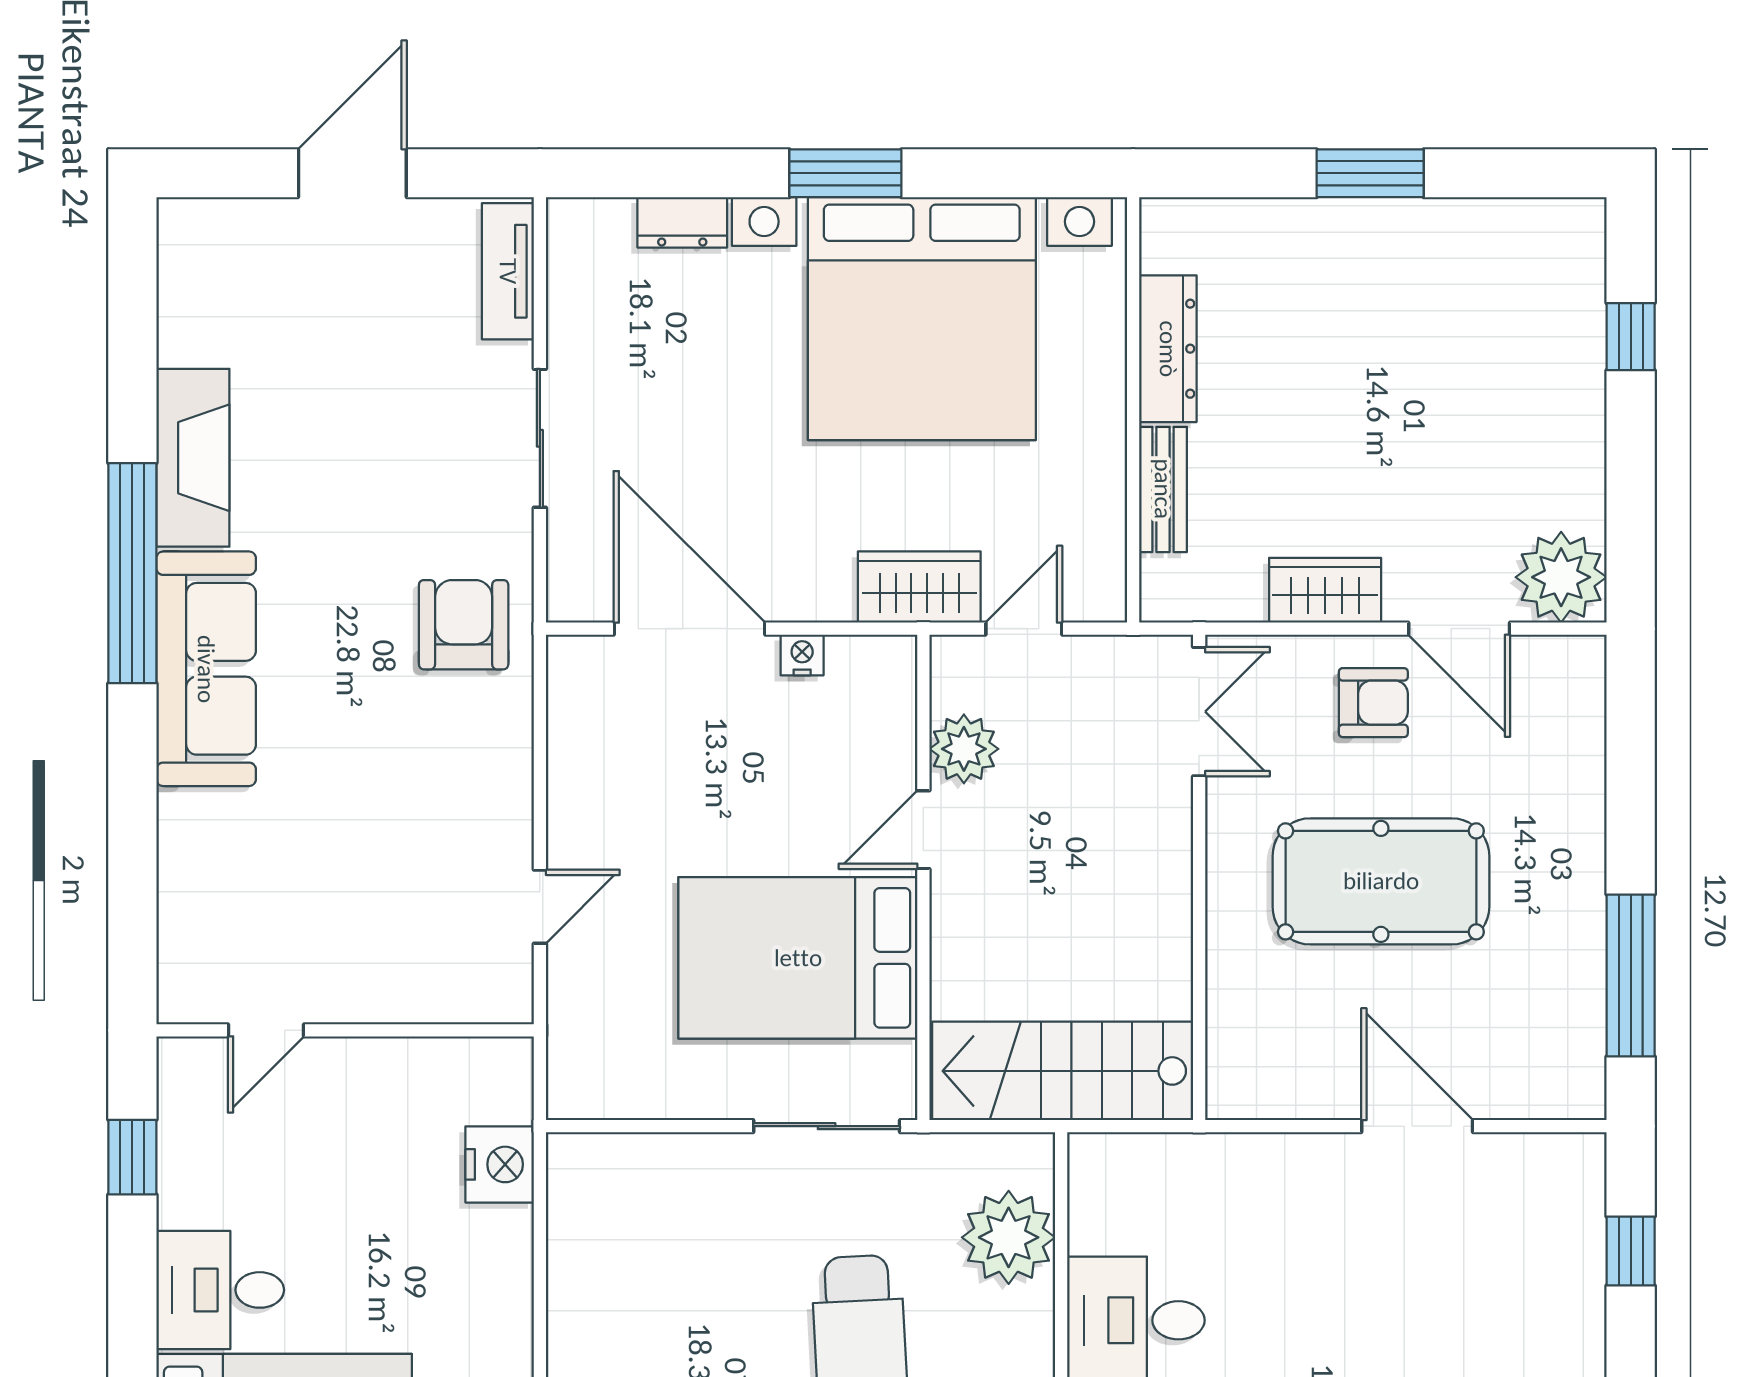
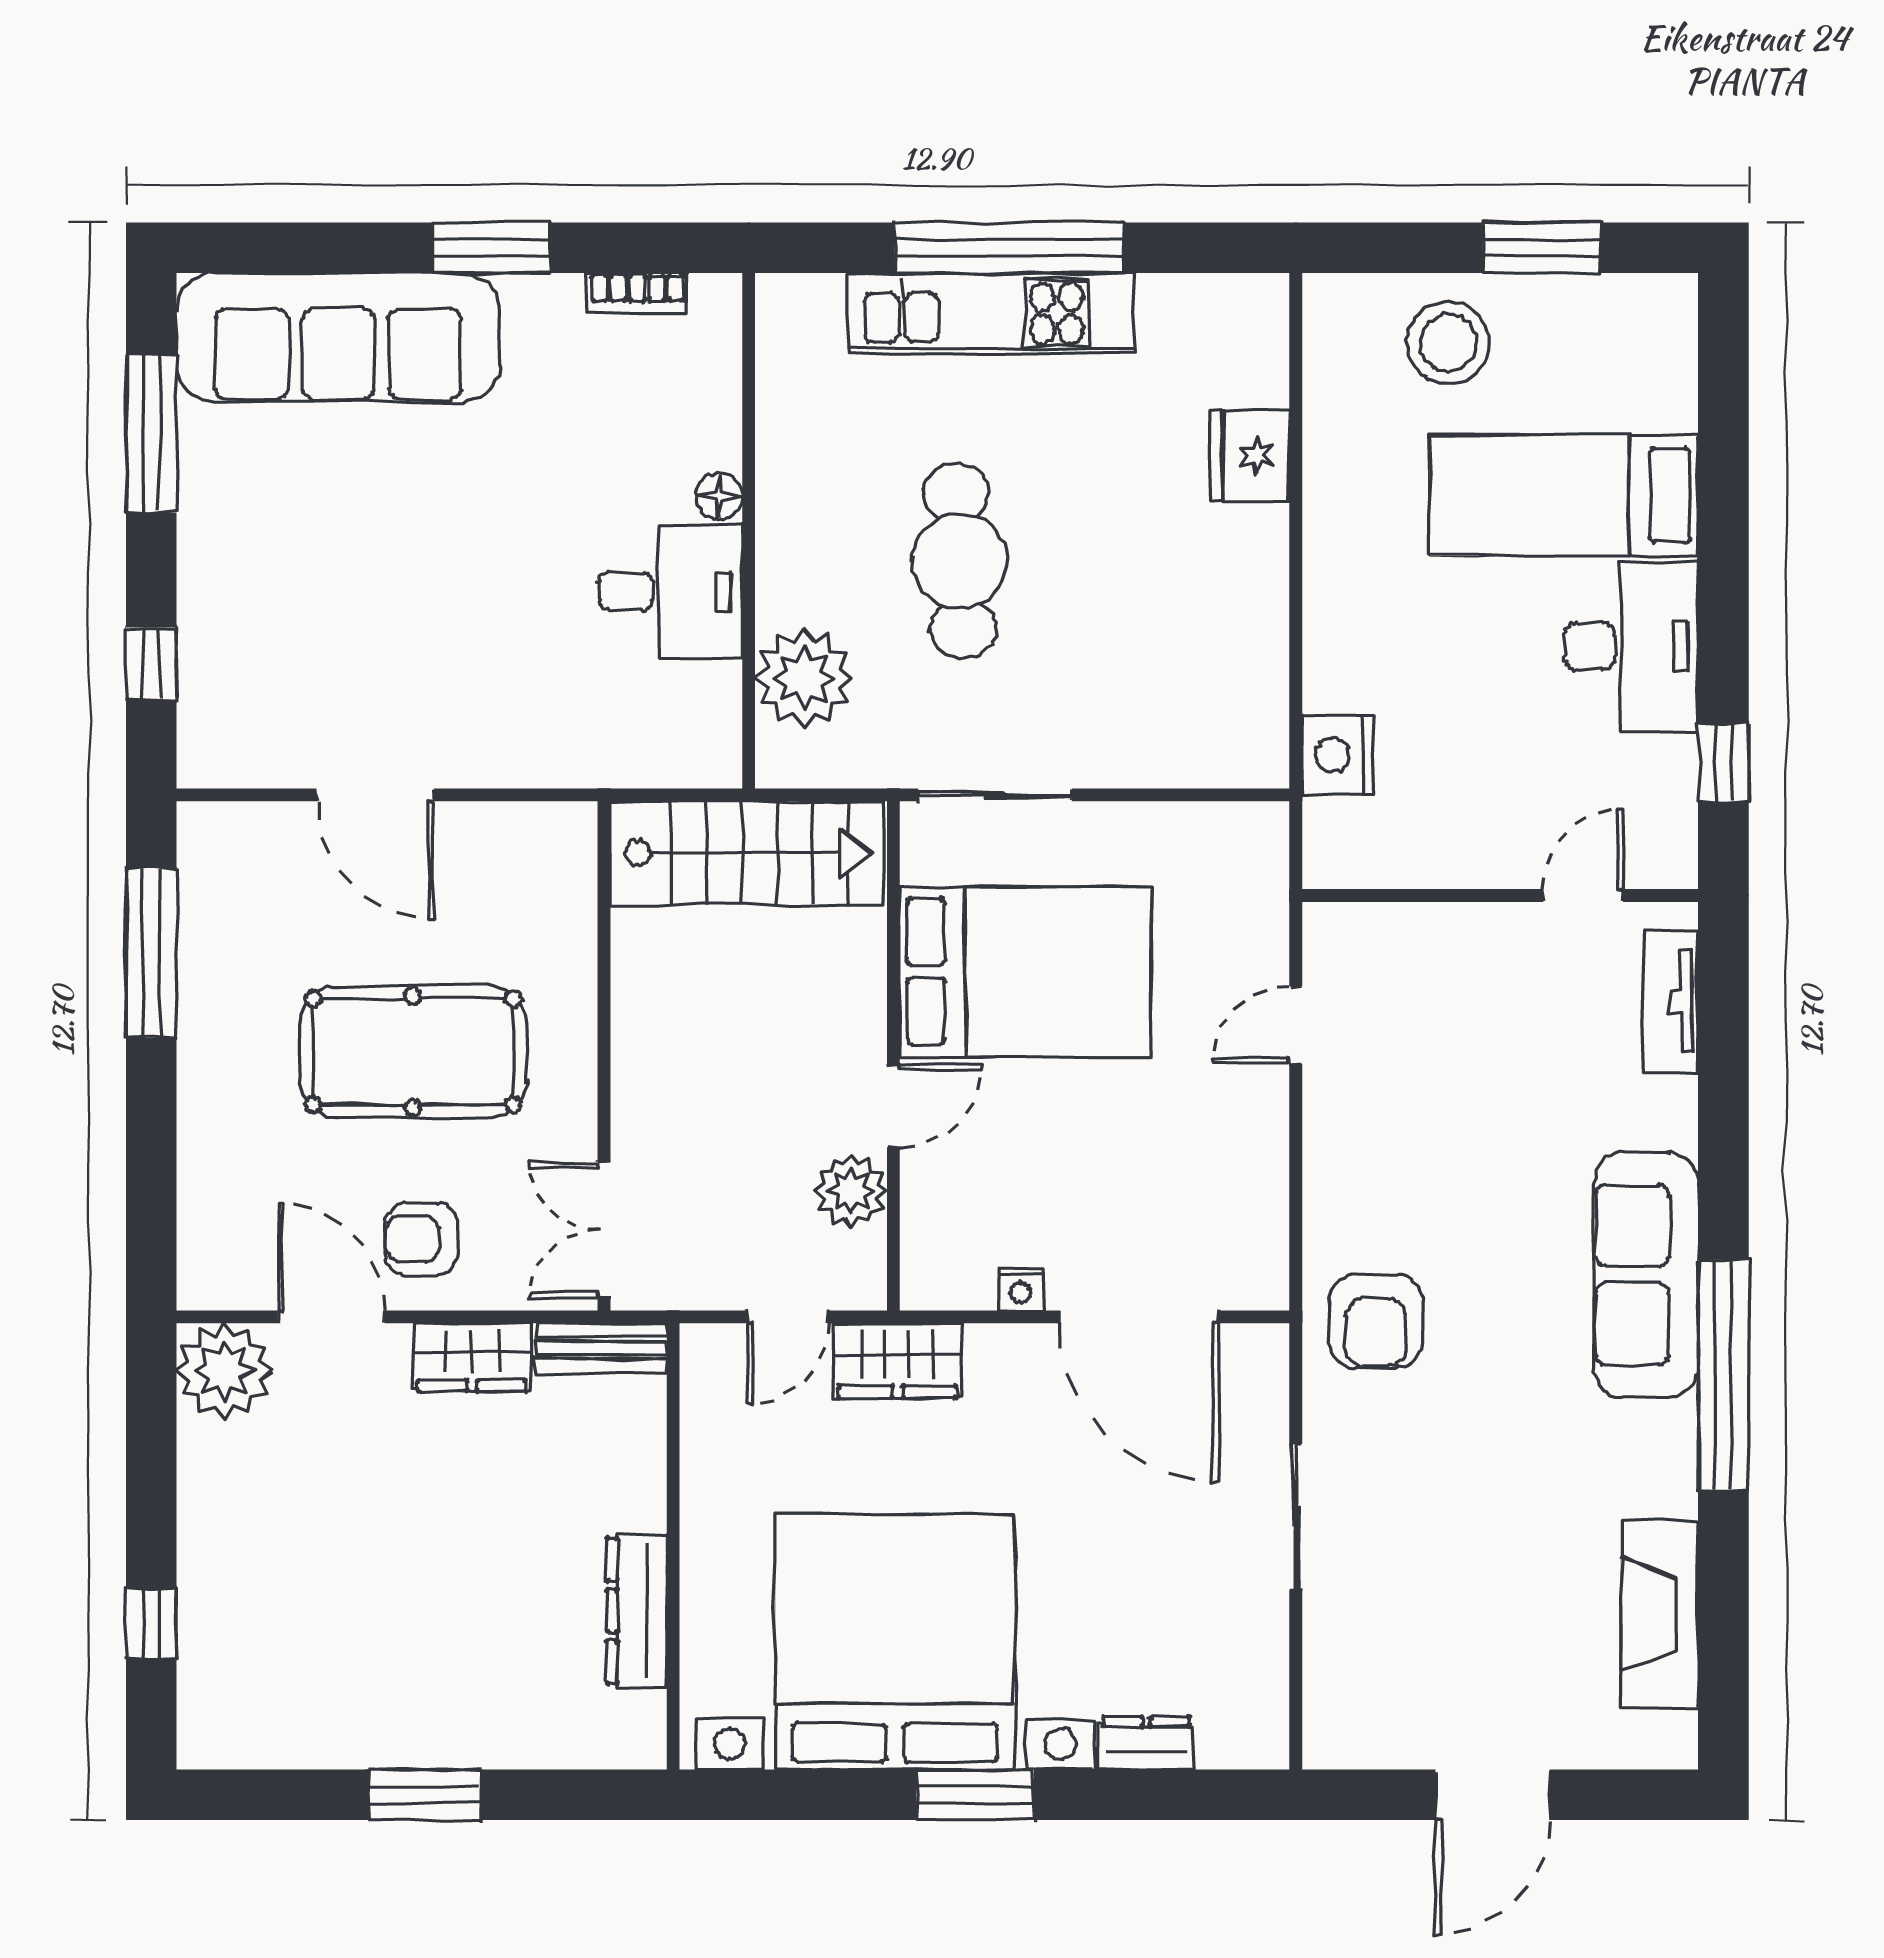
tv unit: (508, 271) -> (1671, 1001), moved, turned 180
fireplace: (193, 458) -> (1660, 1614), moved
bench: (1163, 489) -> (601, 1348), moved, turned 90
desk: (220, 1290) -> (1631, 646), width x1.37

